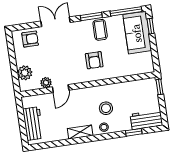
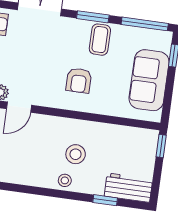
sofa: (137, 33) -> (149, 80), moved
shelving: (80, 132) -> (29, 178), removed

